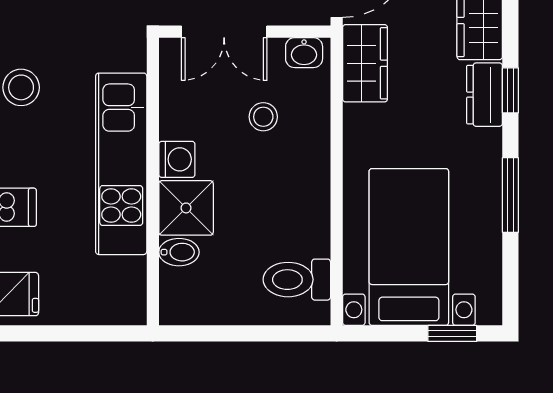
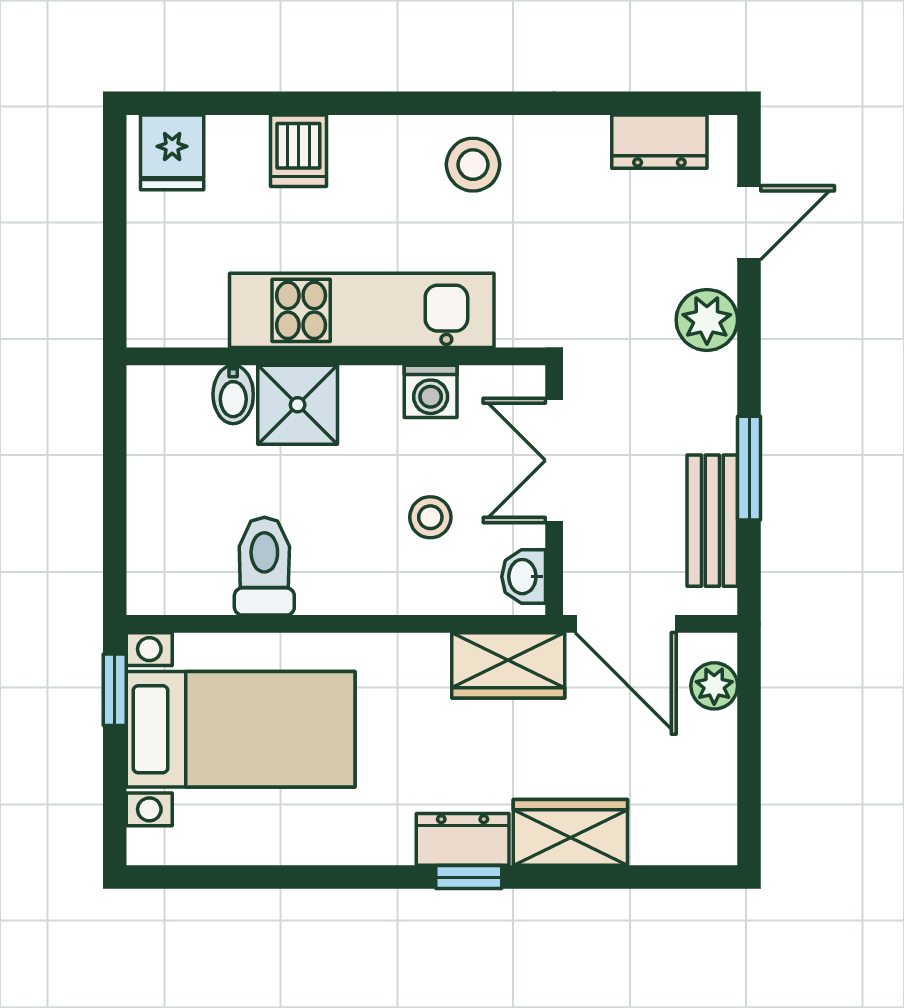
washing machine: (177, 159) -> (431, 391), moved
window: (510, 195) -> (316, 877), removed
toilet: (297, 280) -> (264, 566), moved
window: (452, 333) -> (115, 690), moved

